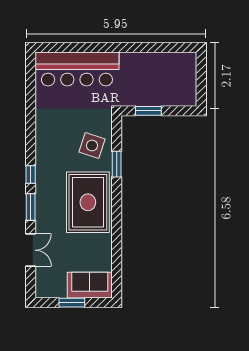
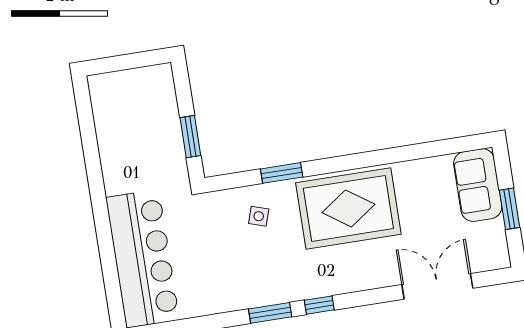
side table: (92, 146) -> (259, 216), width x0.54, depth x0.54
window: (31, 207) -> (270, 313), moved
double door: (31, 250) -> (437, 286), width x1.37

